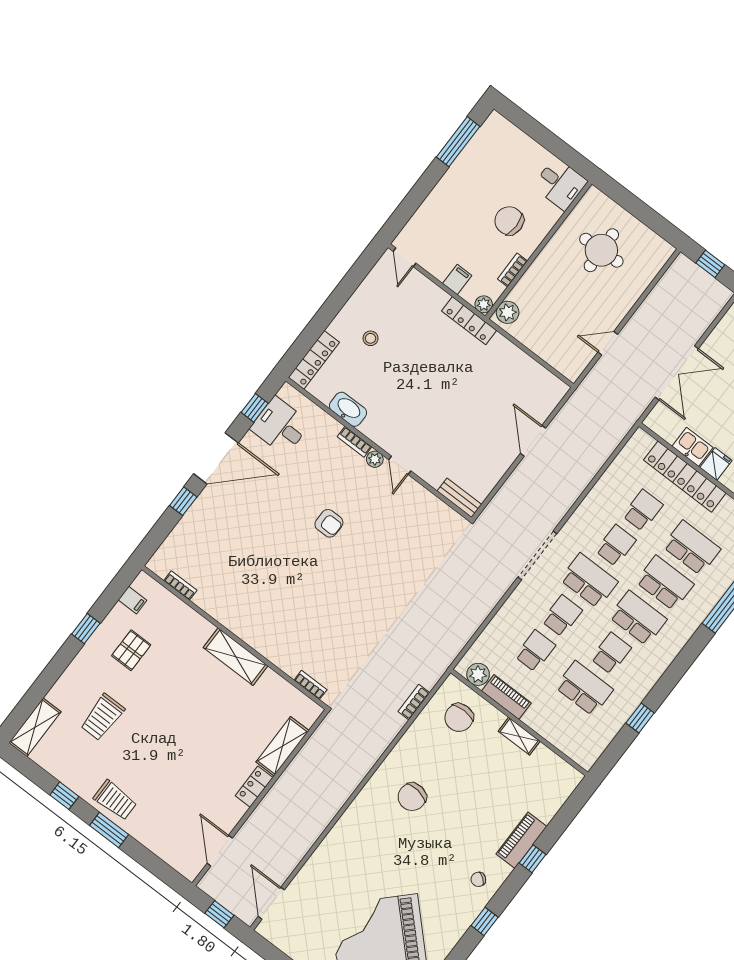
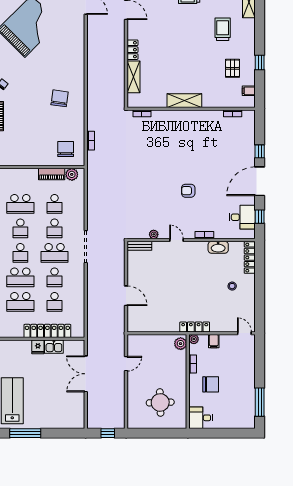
plant: (375, 459) -> (154, 234), moved
school desk: (638, 618) -> (20, 253), width x0.54
shelving: (519, 736) -> (33, 161), removed

